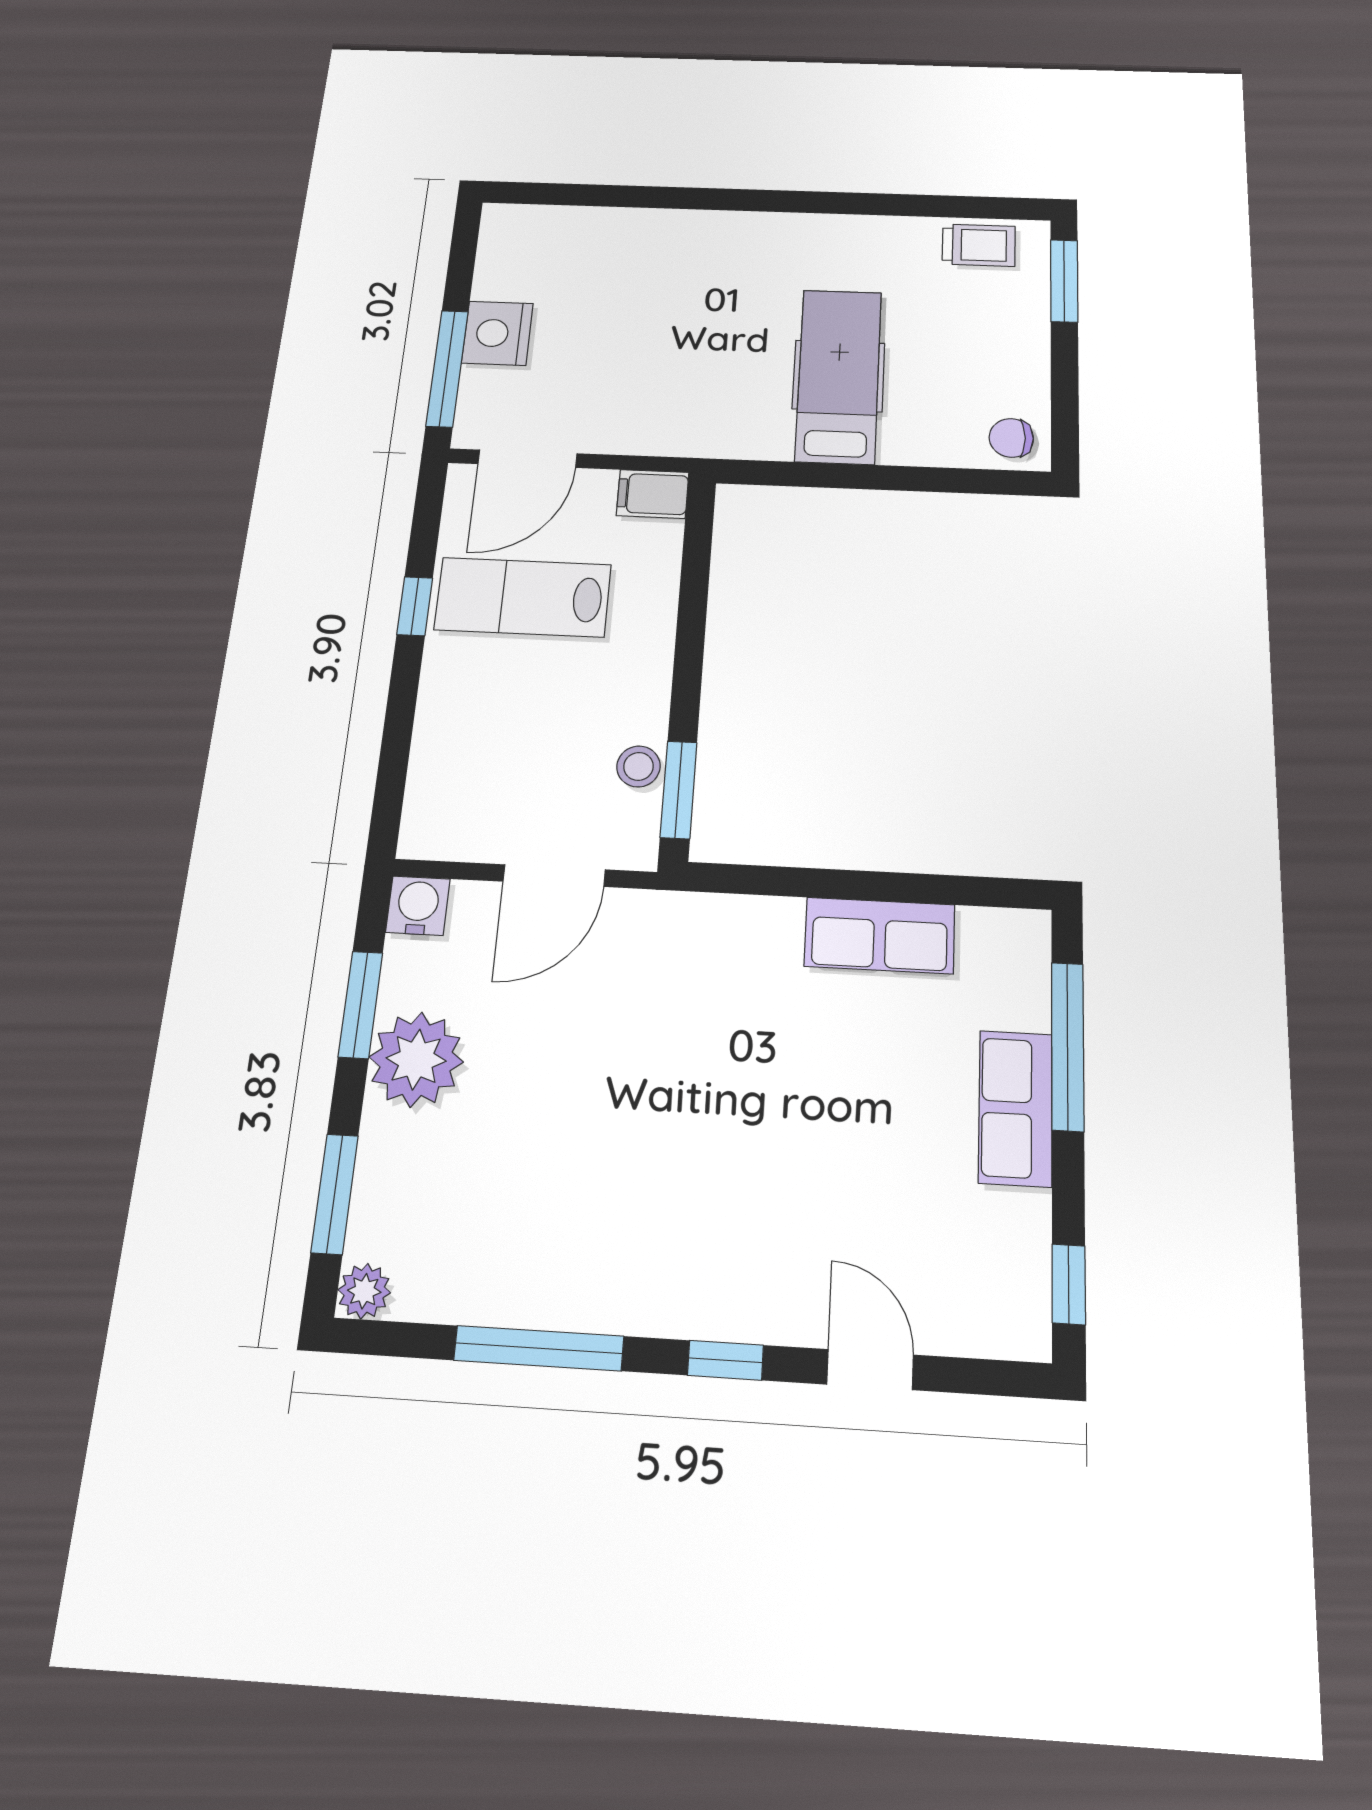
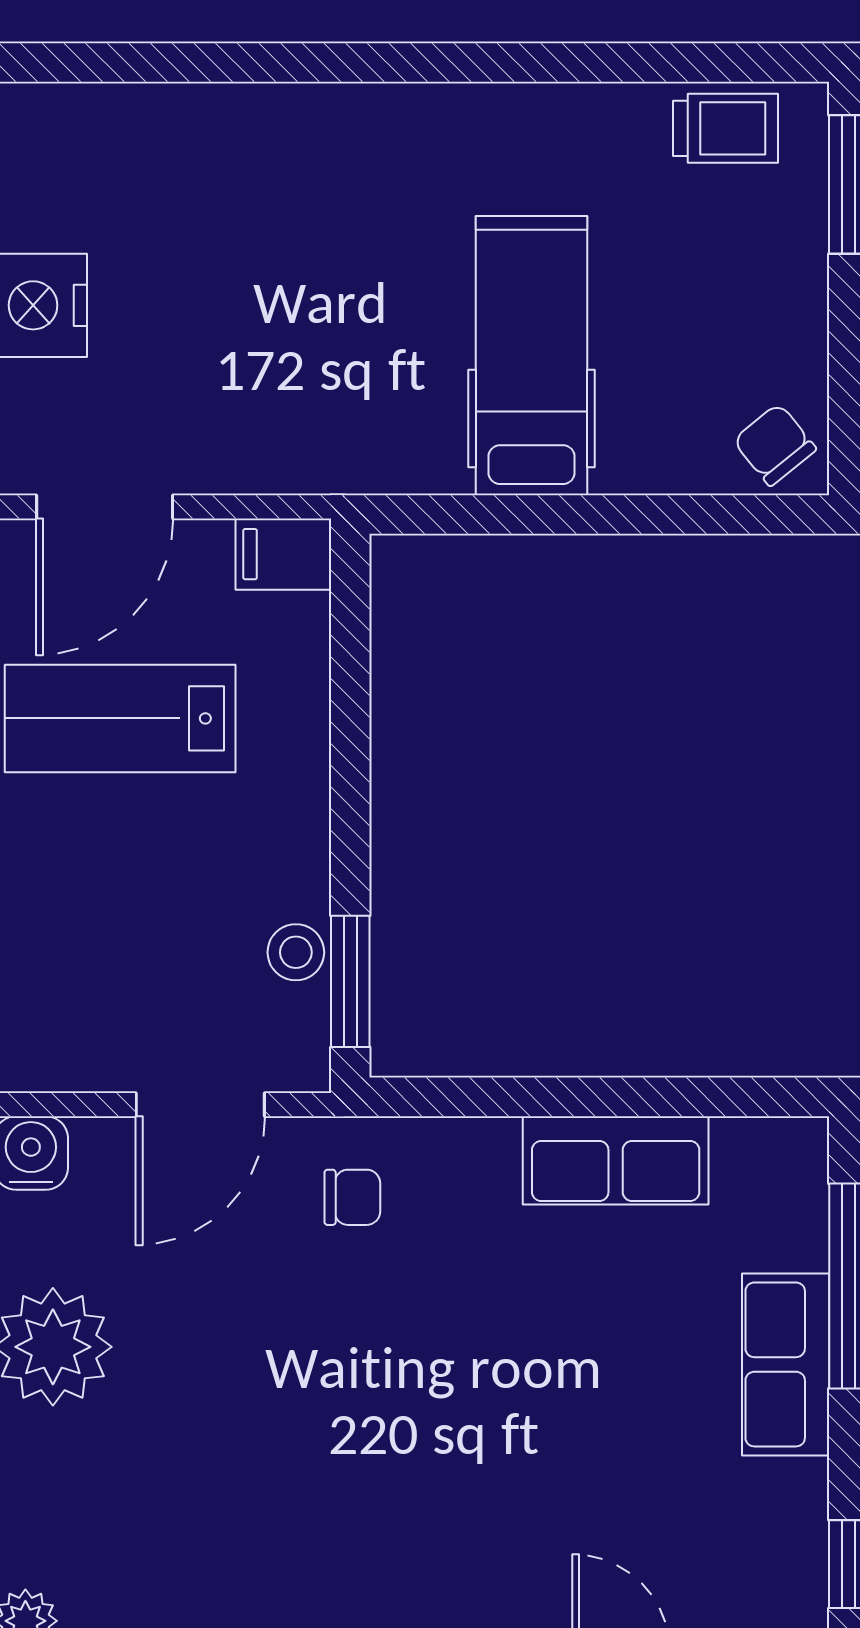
chair: (1011, 438) -> (775, 445), turned 51
chair: (668, 953) -> (352, 1197), added

